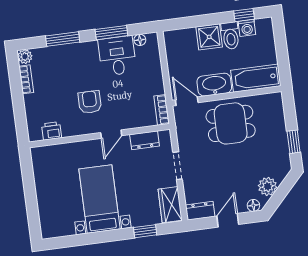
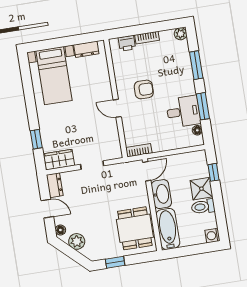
window: (244, 15) -> (213, 172), moved
washing machine: (247, 28) -> (212, 236), moved
bookcase: (26, 79) -> (147, 38), moved
dining table: (231, 123) -> (135, 228), moved
printer: (52, 131) -> (127, 43), moved, turned 90
dresser: (145, 140) -> (86, 49), moved, turned -90
bed with nightstands: (99, 199) -> (54, 76), moved, turned 90

